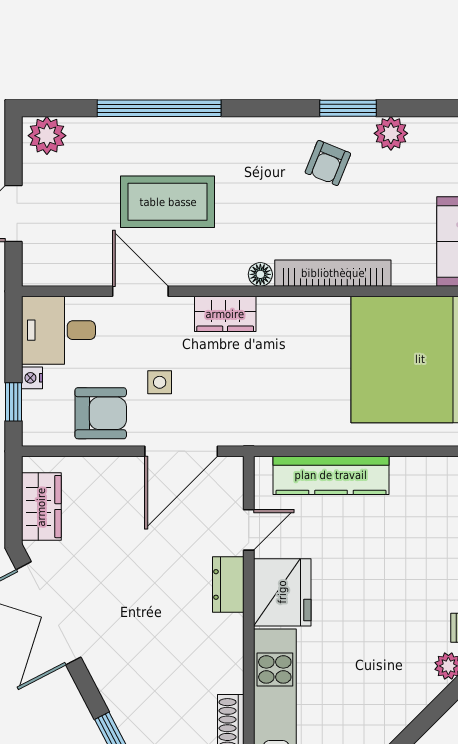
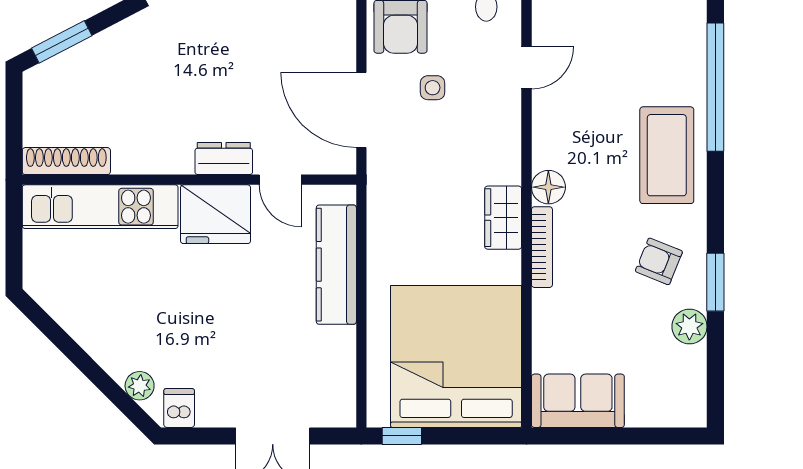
coffee table: (168, 202) -> (667, 155), moved
bookcase: (333, 273) -> (542, 247), width x0.68, depth x0.76
floor lamp: (260, 274) -> (548, 187), width x1.37, depth x1.37
door: (140, 291) -> (527, 68), width x0.73
wardrobe: (225, 314) -> (503, 218), moved

